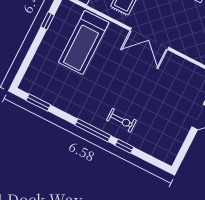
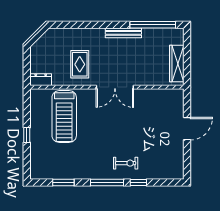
window: (48, 21) -> (27, 135), moved
window: (38, 103) -> (63, 182), moved

